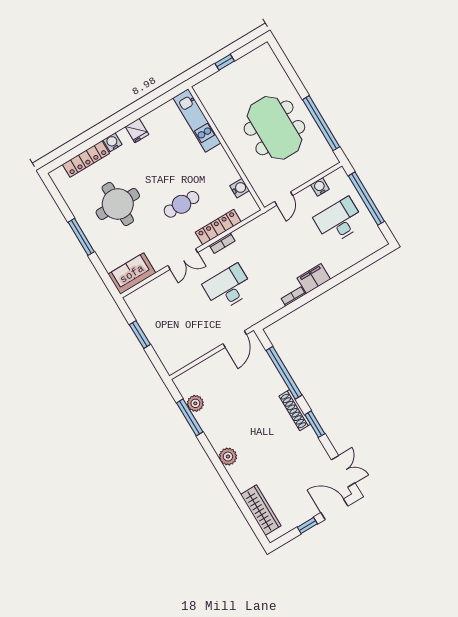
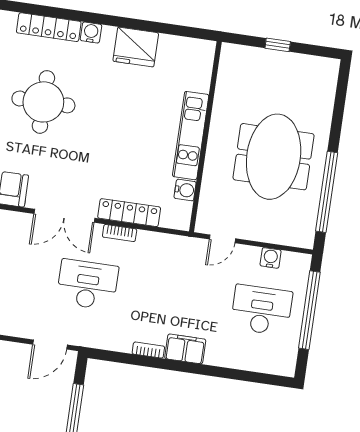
kitchen unit: (197, 120) -> (191, 136), moved
fridge: (137, 131) -> (136, 47), width x1.88, depth x1.34
cafe table: (182, 204) -> (110, 157), removed
double door: (183, 259) -> (64, 216), width x1.37

